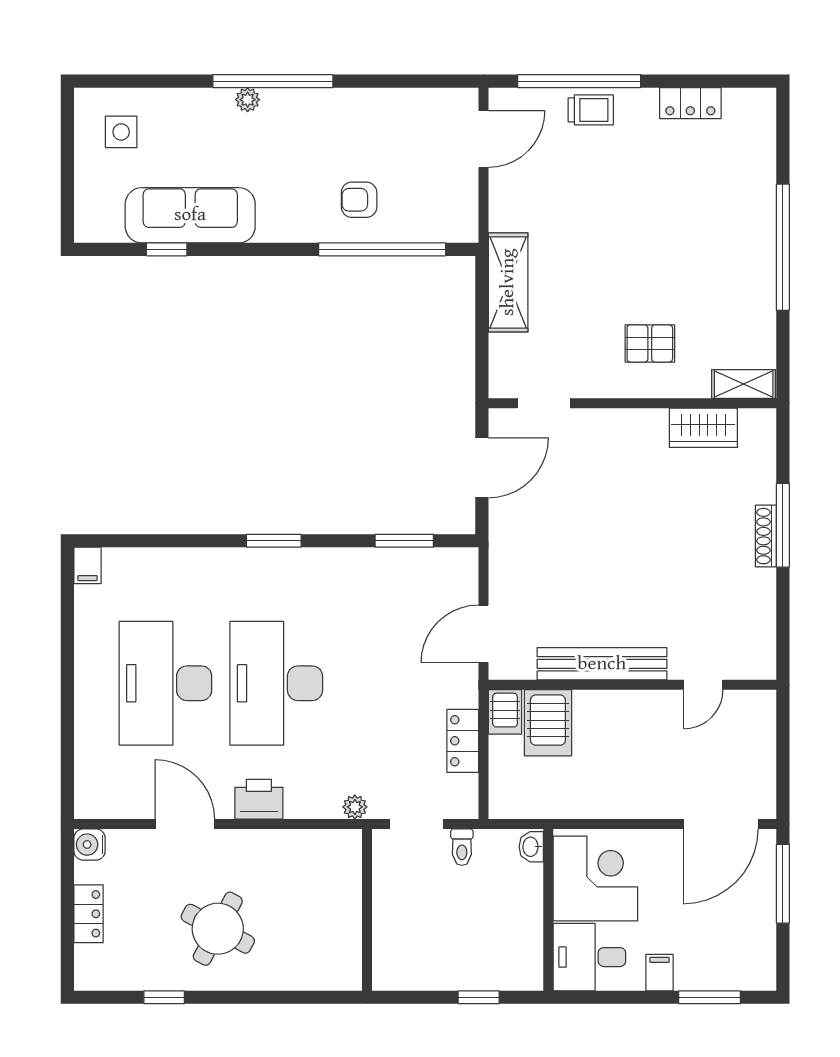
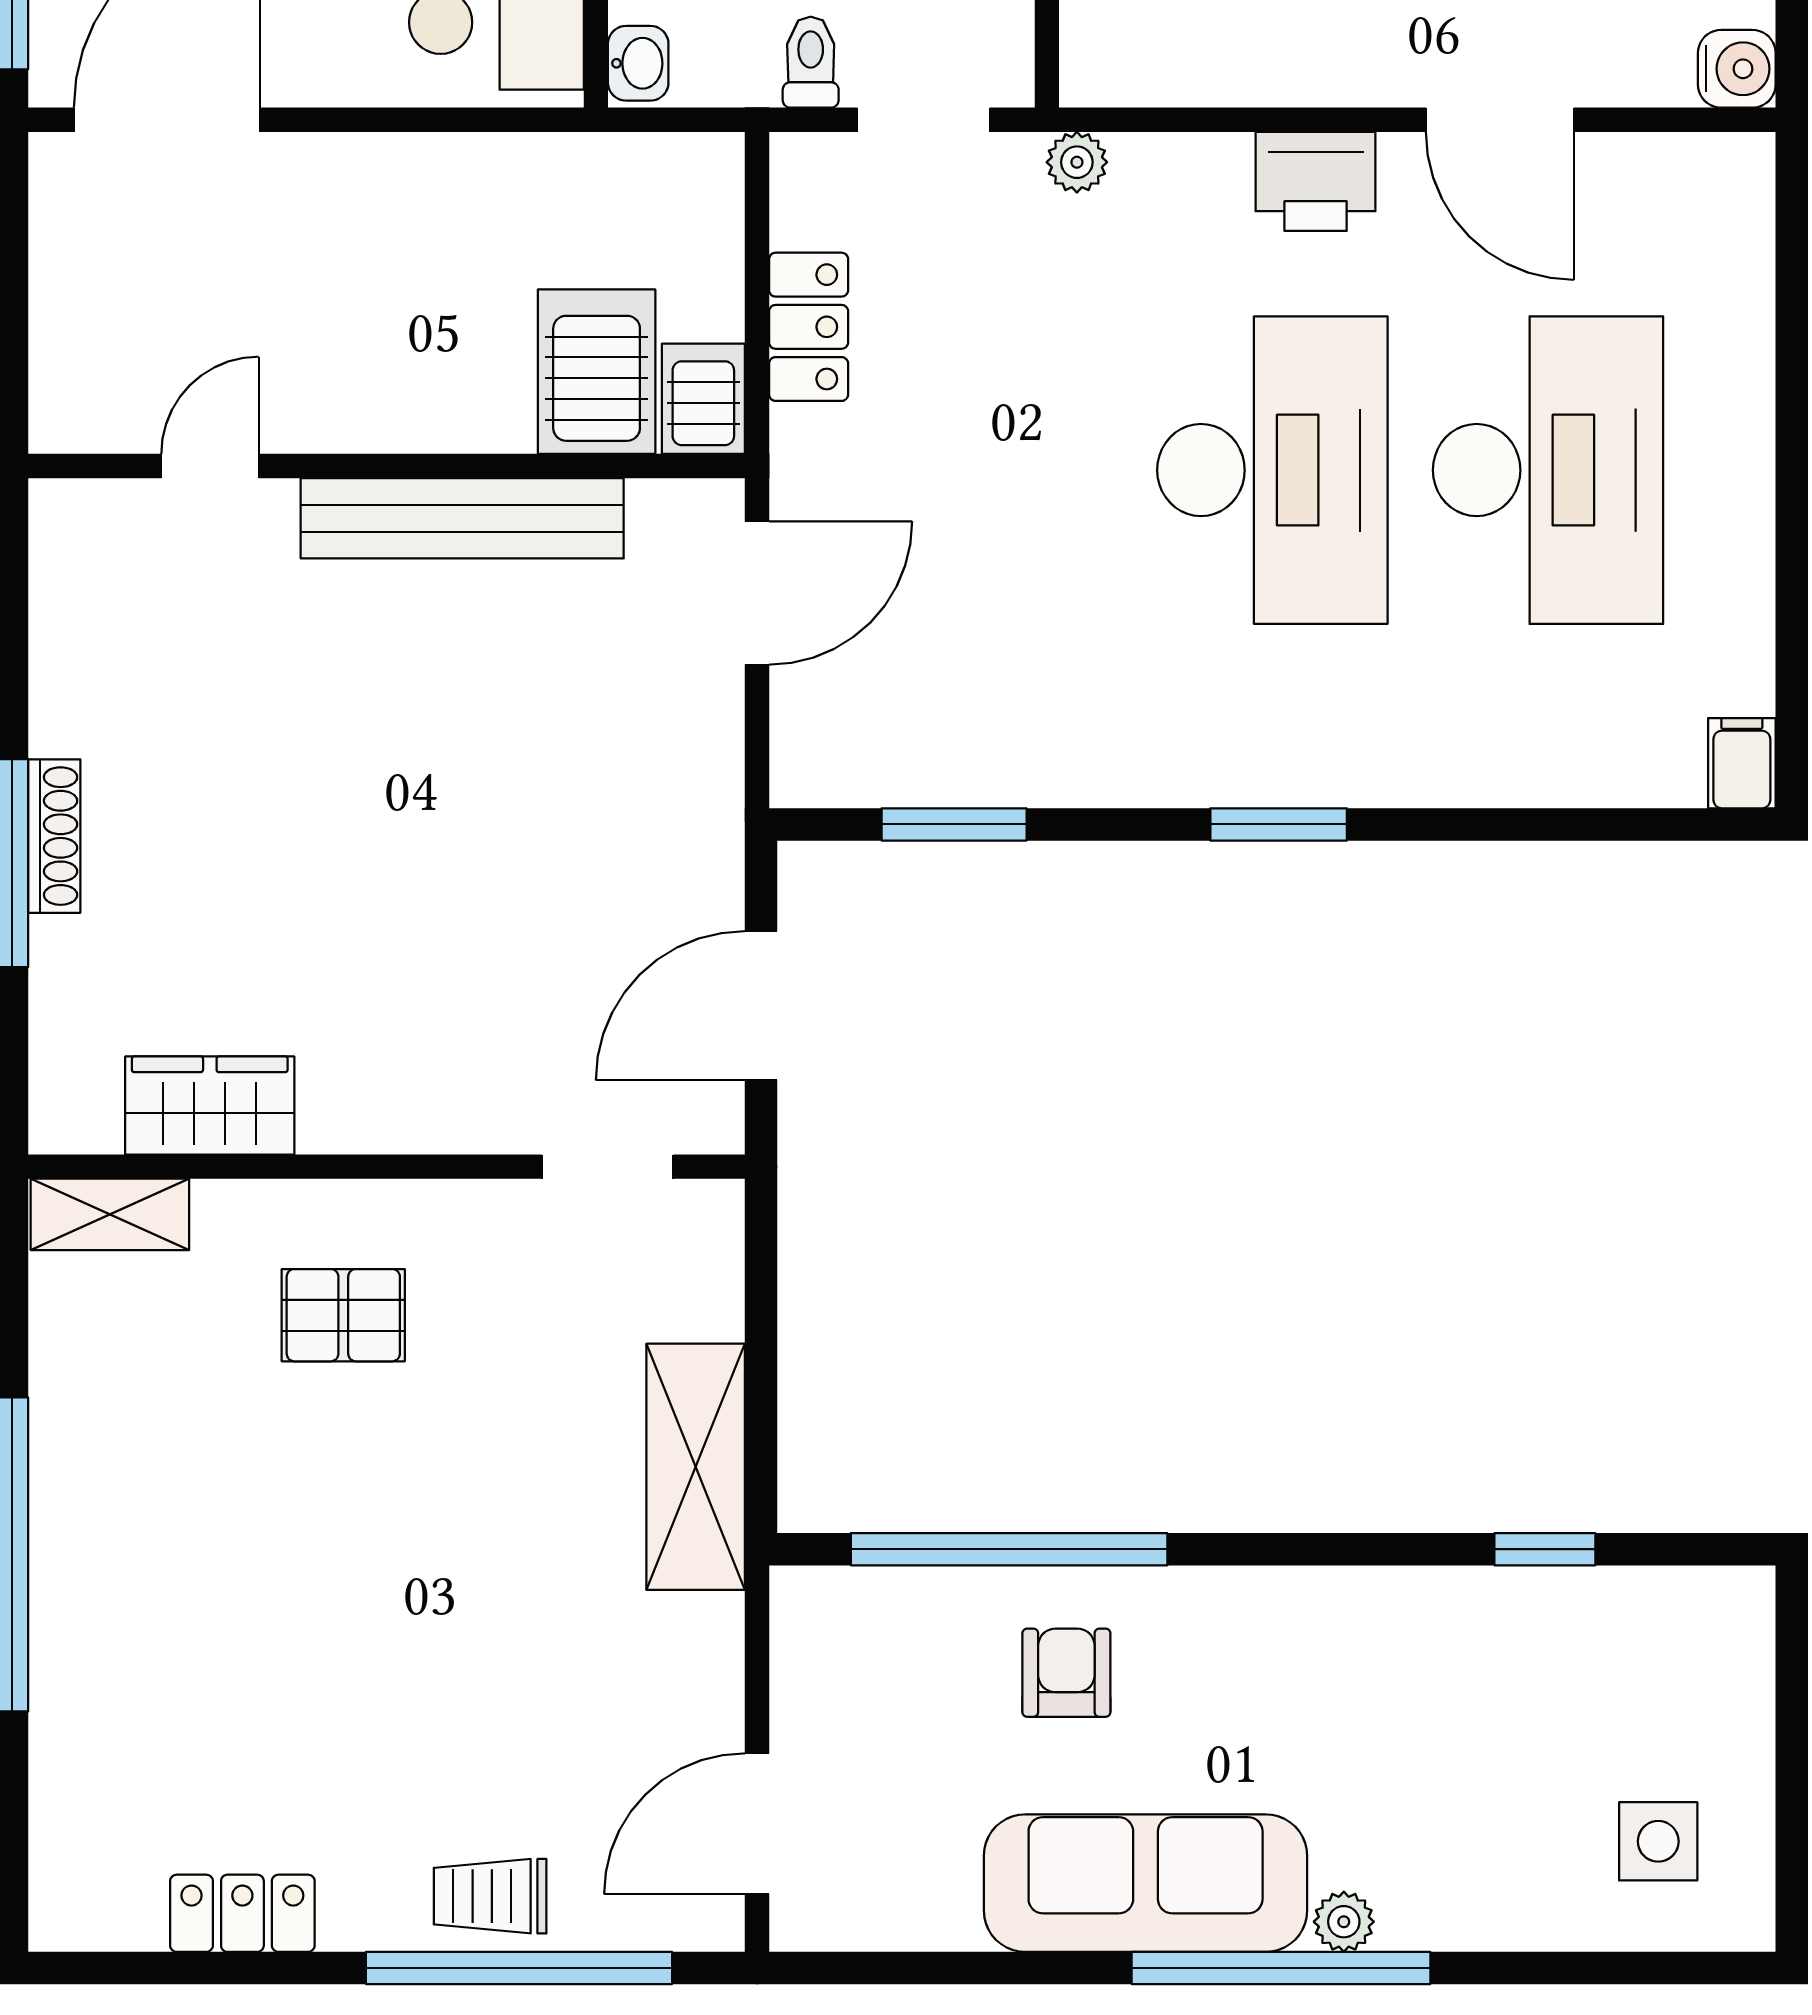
armchair: (359, 200) -> (1066, 1673), turned -90
sofa: (190, 215) -> (1146, 1883), moved, turned 180

